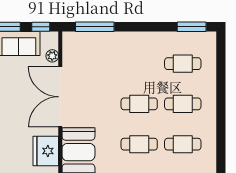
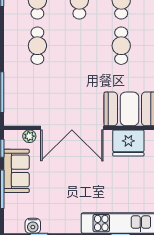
cafe table: (139, 104) -> (37, 46), moved

